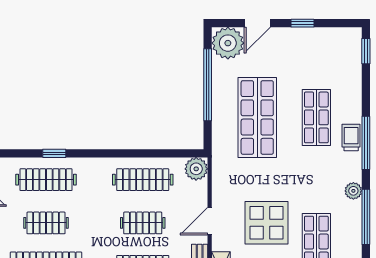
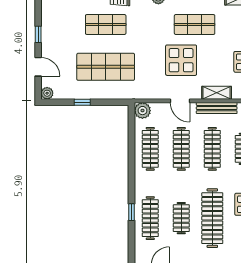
plant: (228, 43) -> (47, 93), width x0.53, depth x0.53
window: (208, 85) -> (82, 102), width x0.32
clothes rail: (143, 223) -> (181, 149), width x1.36

